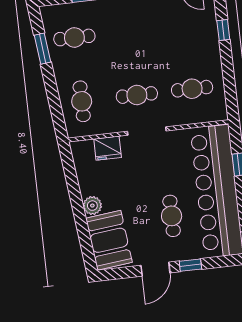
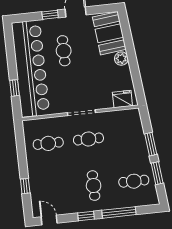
window: (51, 88) -> (151, 144), added
cafe table: (82, 101) -> (94, 186), moved
fridge: (108, 148) -> (122, 99), moved

